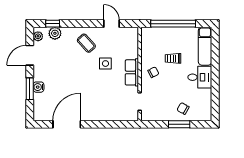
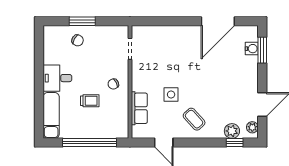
row of seats: (132, 72) -> (139, 108), moved
water cooler: (38, 87) -> (252, 49), moved
window: (30, 89) -> (262, 50), moved

